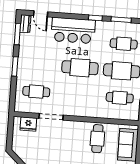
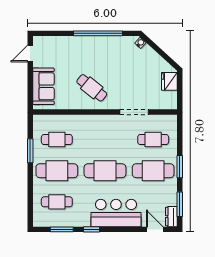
cafe table: (38, 65) -> (153, 171), added
fridge: (28, 124) -> (169, 81), moved, turned -90
cafe table: (97, 139) -> (92, 88), moved, turned -51

